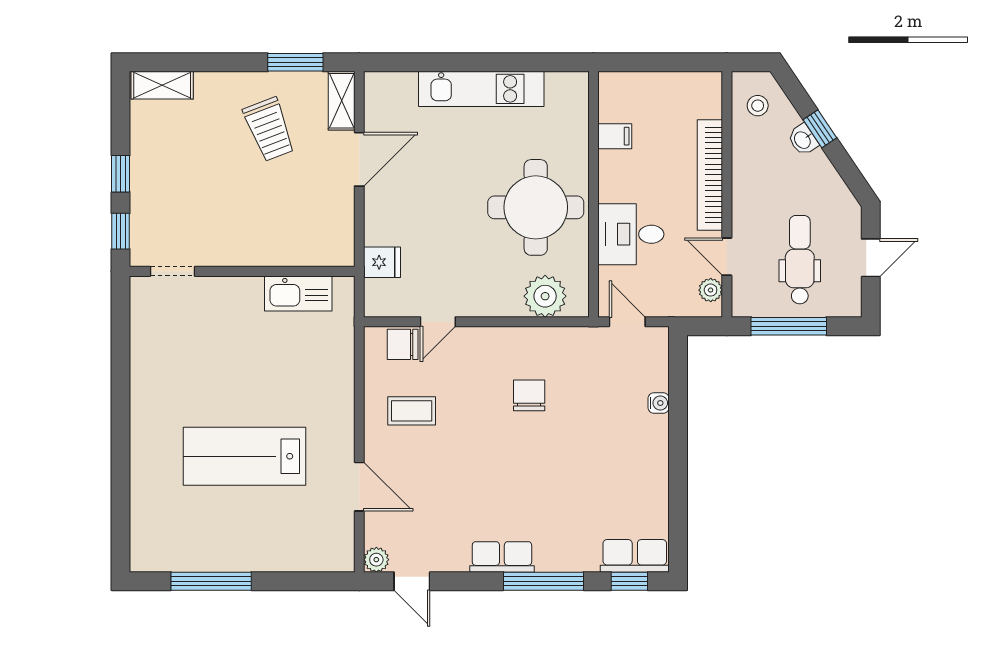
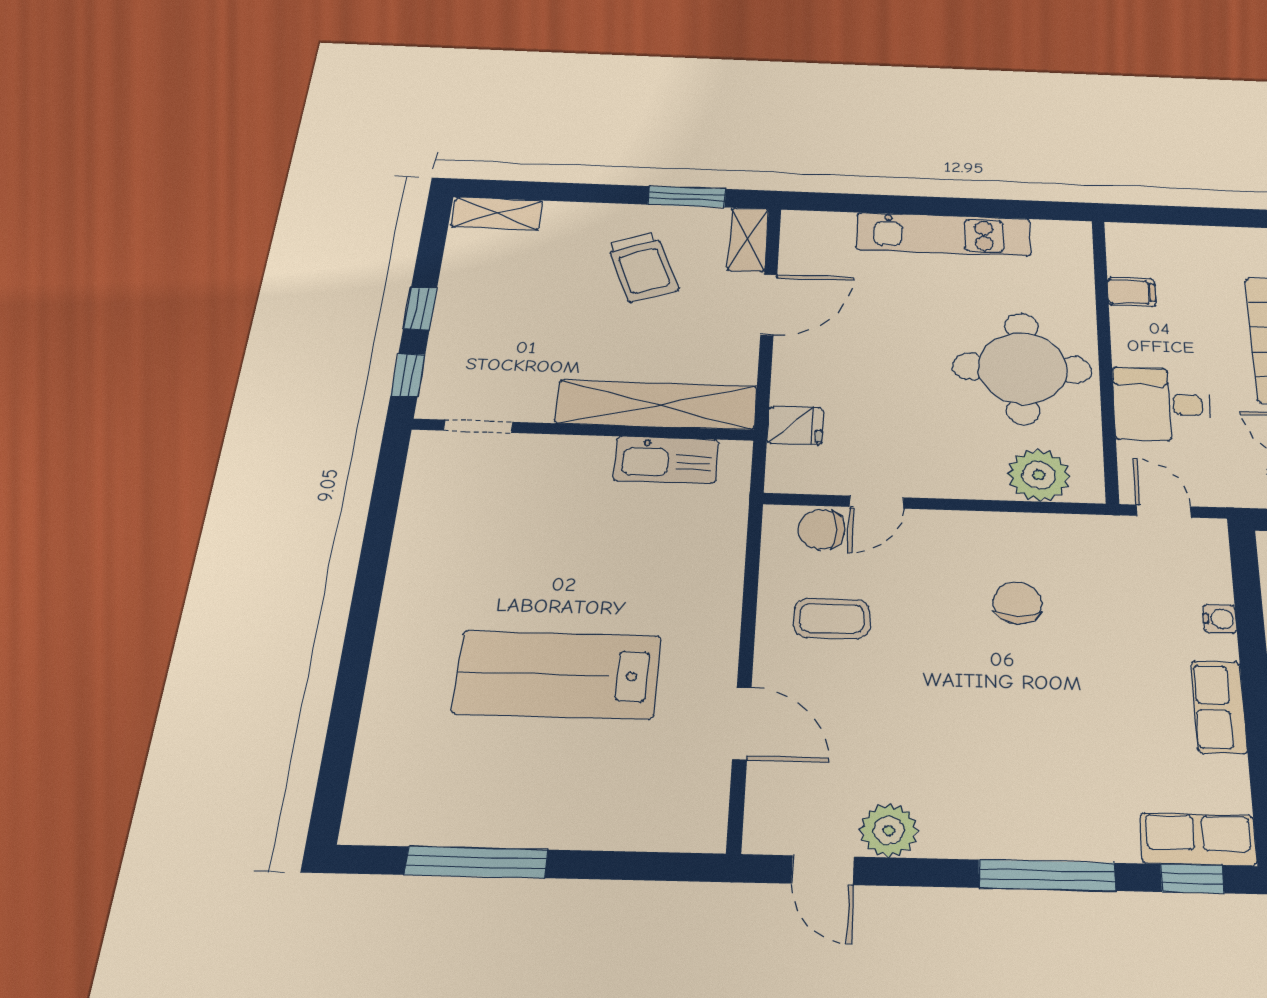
shelving: (288, 249) -> (657, 405), added
row of seats: (502, 557) -> (1219, 707), moved, turned -90
plant: (376, 560) -> (889, 830), moved, width x1.38, depth x1.38

